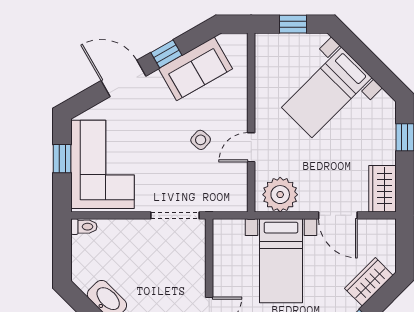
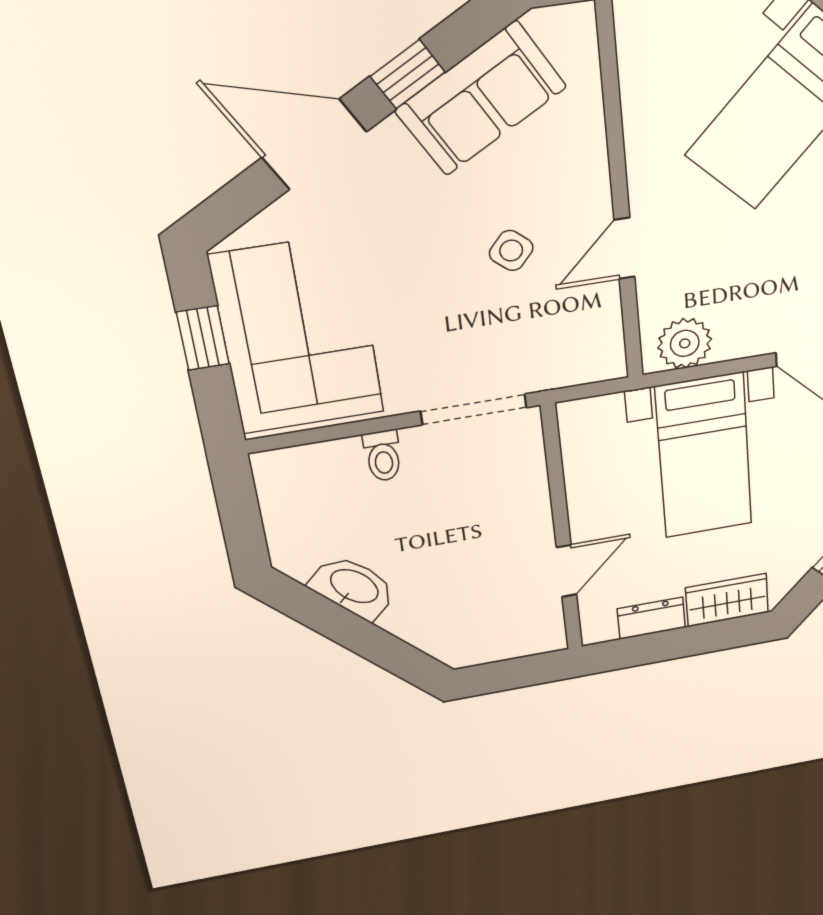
plant: (280, 195) -> (685, 343), width x0.73, depth x0.73
toilet: (84, 227) -> (383, 456), moved, turned 90

